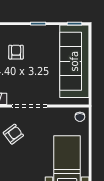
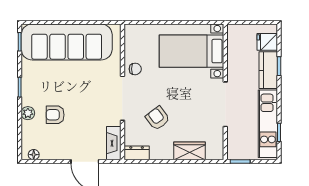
plant: (17, 30) -> (28, 113), added
chair: (80, 117) -> (135, 69), moved

